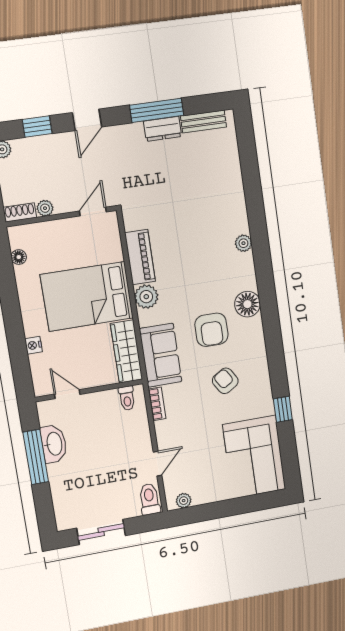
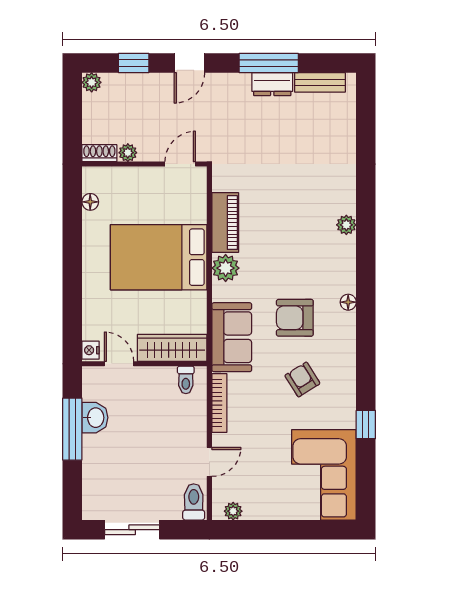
floor lamp: (247, 304) -> (348, 302), width x0.53, depth x0.53
armchair: (211, 330) -> (295, 318), turned 90
nightstand: (34, 345) -> (90, 350), moved
wardrobe: (126, 351) -> (172, 348), moved, turned 90
bookcase: (157, 404) -> (219, 403), width x1.56
washbasin: (54, 444) -> (95, 418), width x0.72

